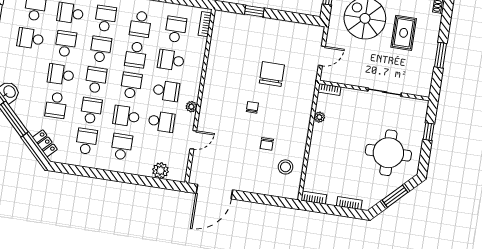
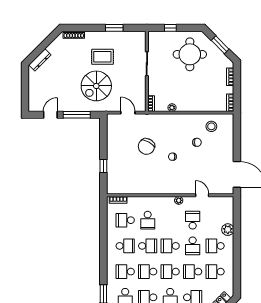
chair: (272, 74) -> (146, 146), turned -61
school desk: (166, 91) -> (170, 220), removed
plant: (160, 170) -> (228, 230), moved

